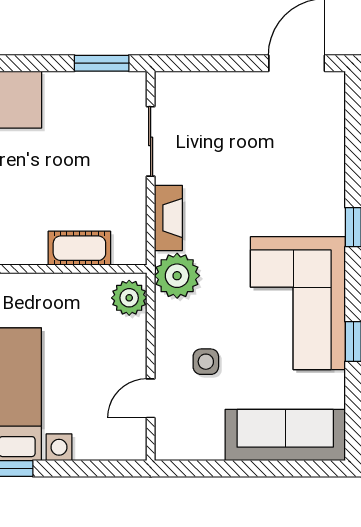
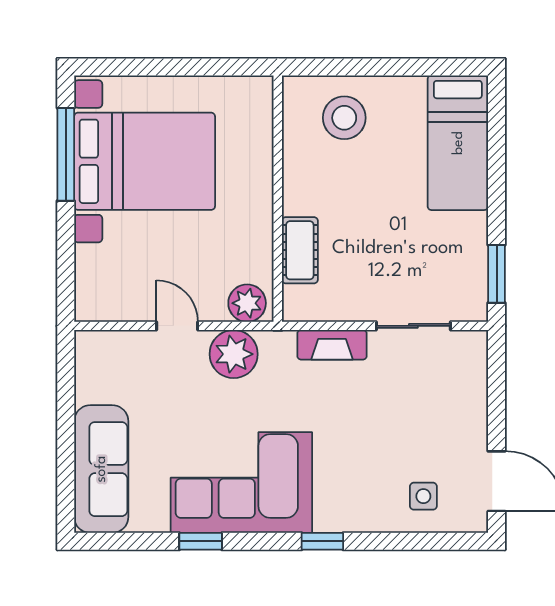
plant: (177, 276) -> (234, 354), moved
side table: (206, 362) -> (423, 496), moved
door: (151, 398) -> (177, 326), moved

